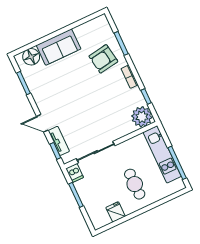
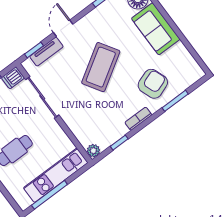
armchair: (103, 59) -> (153, 84), turned 79
coffee table: (81, 99) -> (101, 67), added
plant: (142, 117) -> (93, 151), width x0.53, depth x0.53

